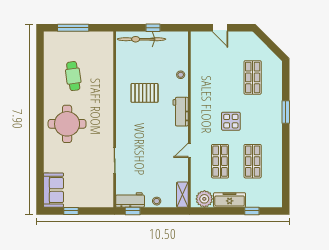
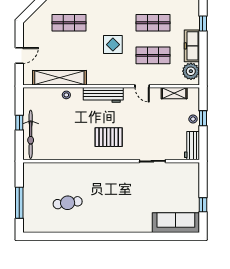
shelving: (198, 68) -> (59, 78), added
pallet: (145, 93) -> (109, 137), moved, turned 90
workbench: (181, 112) -> (103, 95), width x1.38
round table: (67, 124) -> (116, 209), removed
sofa: (53, 190) -> (176, 223), width x1.36
shelving: (182, 195) -> (174, 93), moved
window: (133, 211) -> (203, 118), moved

